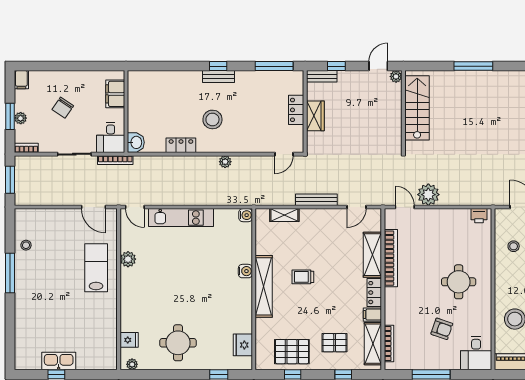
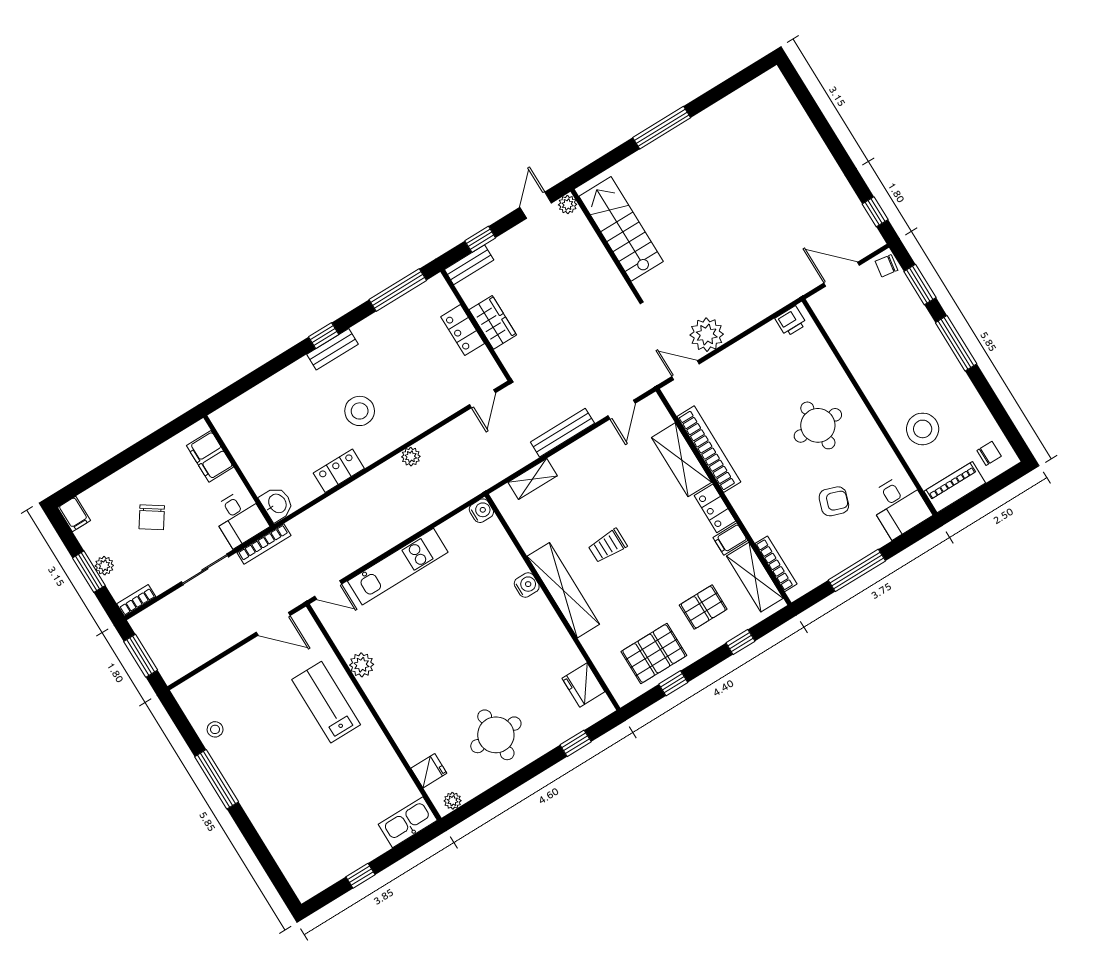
stool: (514, 246) -> (862, 334), removed
kitchen sink: (59, 361) -> (408, 822), moved

